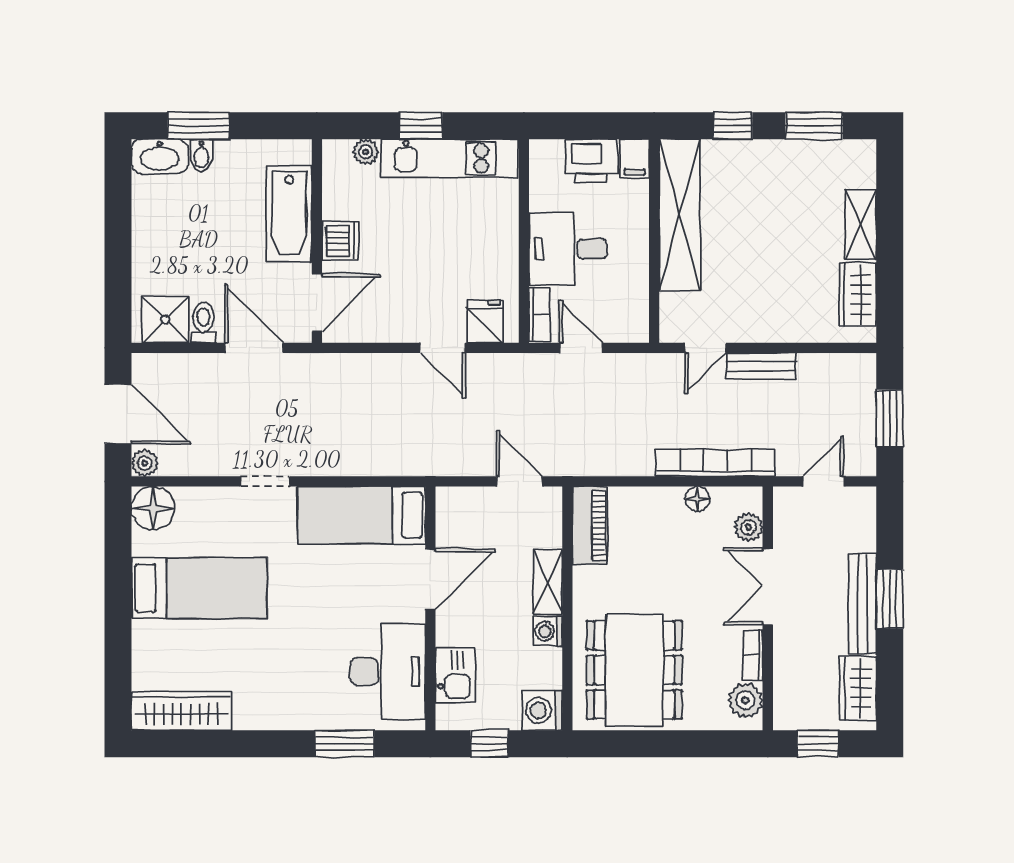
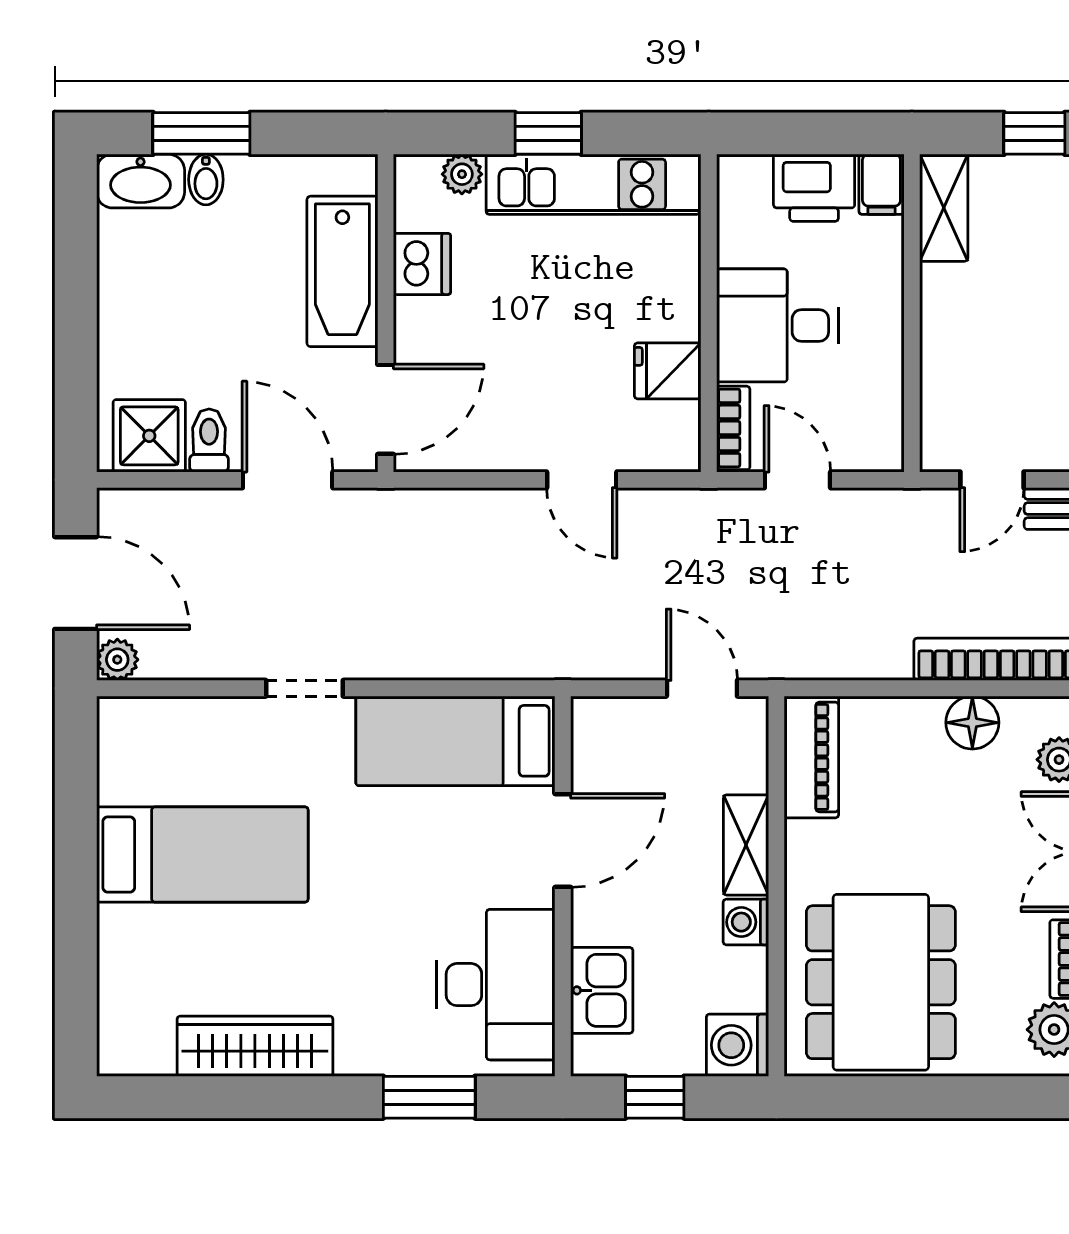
shelving: (680, 215) -> (944, 208), width x0.45, depth x0.75
dishwasher: (340, 241) -> (422, 264), moved
fridge: (485, 321) -> (668, 371), moved, turned -90
floor lamp: (698, 499) -> (972, 723), width x1.37, depth x1.37
floor lamp: (153, 508) -> (130, 730), removed
wardrobe: (181, 711) -> (255, 1046), moved

